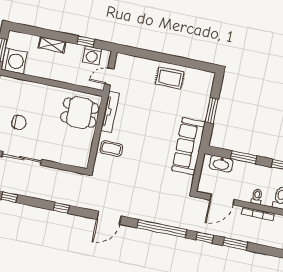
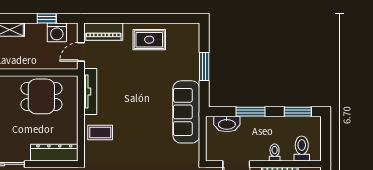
piano: (132, 63) -> (103, 32), added
dining table: (80, 113) -> (41, 96), moved
dresser: (69, 158) -> (54, 153), added

